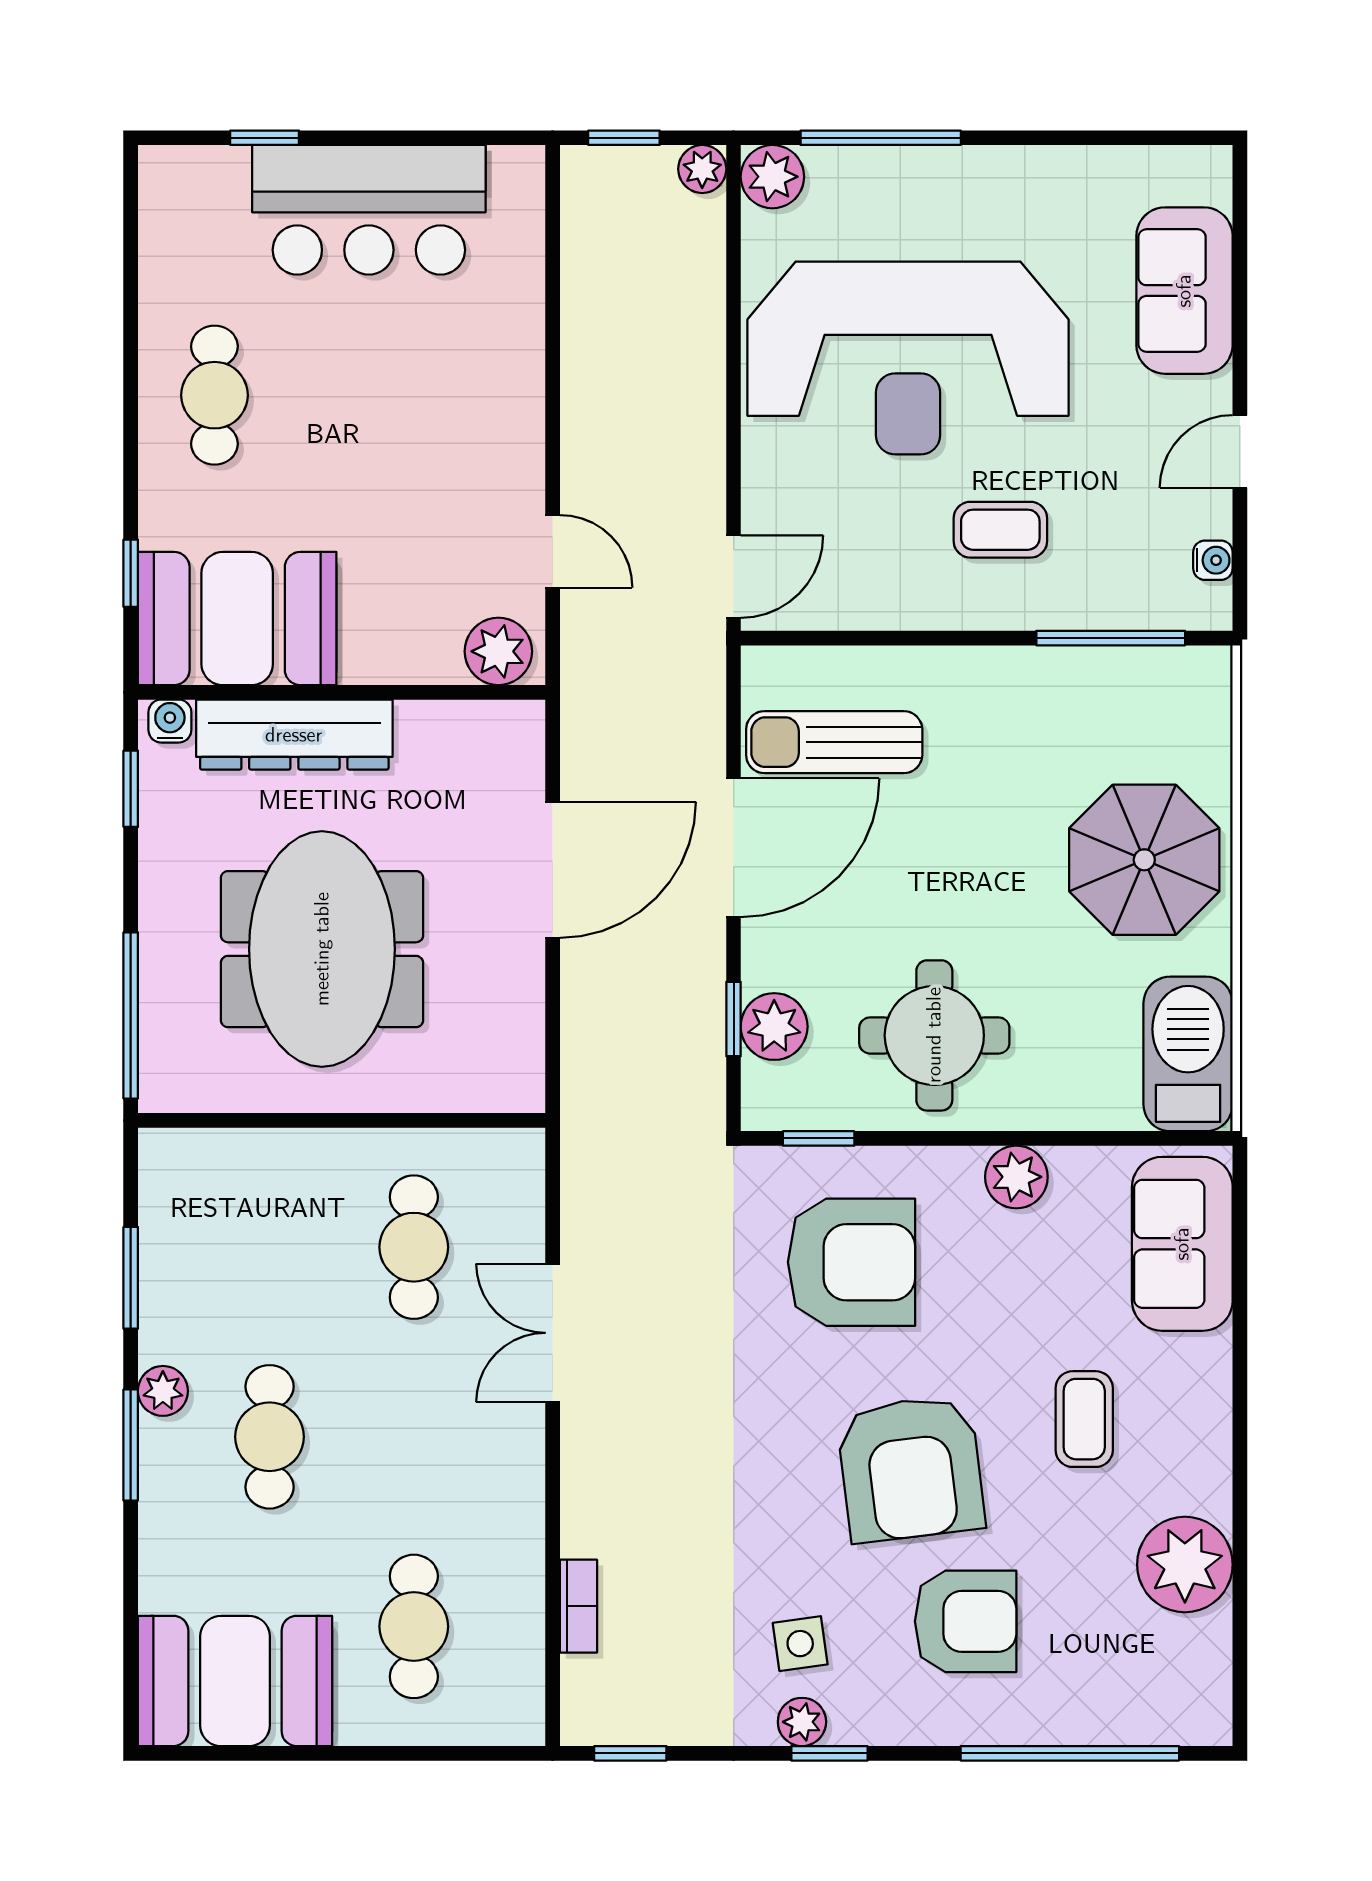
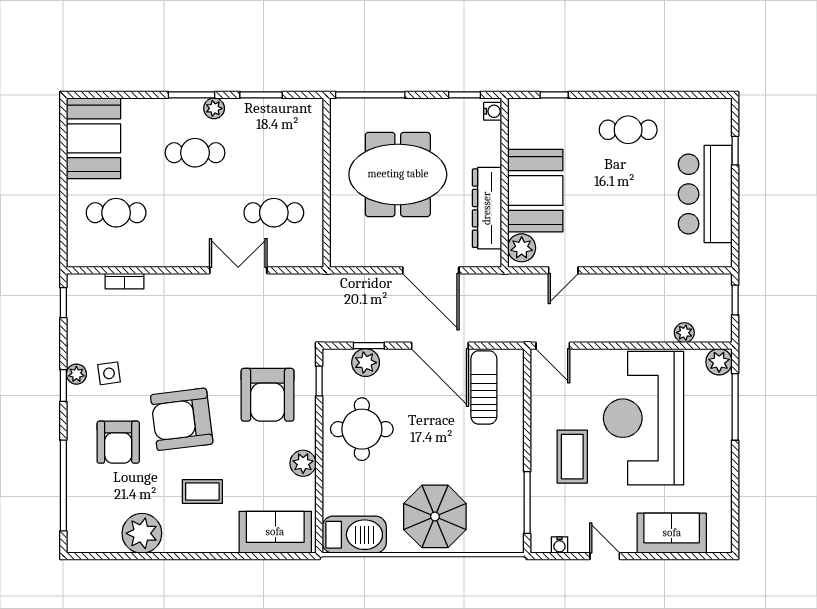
plant: (702, 169) -> (684, 333), moved
coffee table: (1000, 530) -> (572, 457), width x1.36, depth x1.30
booth: (237, 619) -> (535, 191), moved
dresser: (294, 735) -> (487, 208), moved

